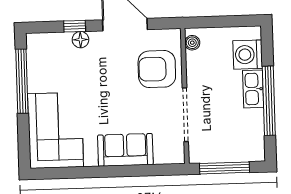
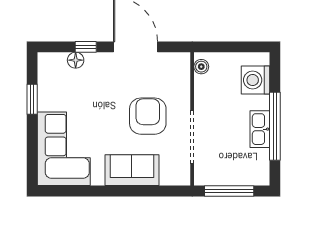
floor lamp: (80, 40) -> (76, 60), moved
armchair: (157, 69) -> (148, 116), moved, turned 90
window: (22, 81) -> (32, 99), width x0.47
kitchen sink: (253, 89) -> (260, 129), moved

